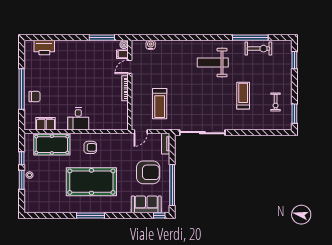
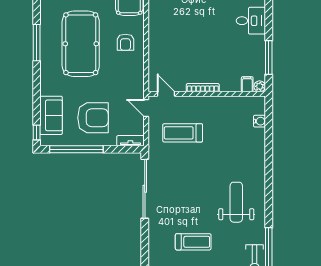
door: (130, 67) -> (166, 94), moved
desk: (78, 119) -> (251, 21), moved, turned 180
armchair: (148, 172) -> (93, 118), turned -90

